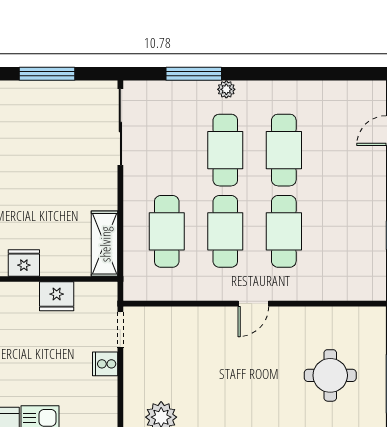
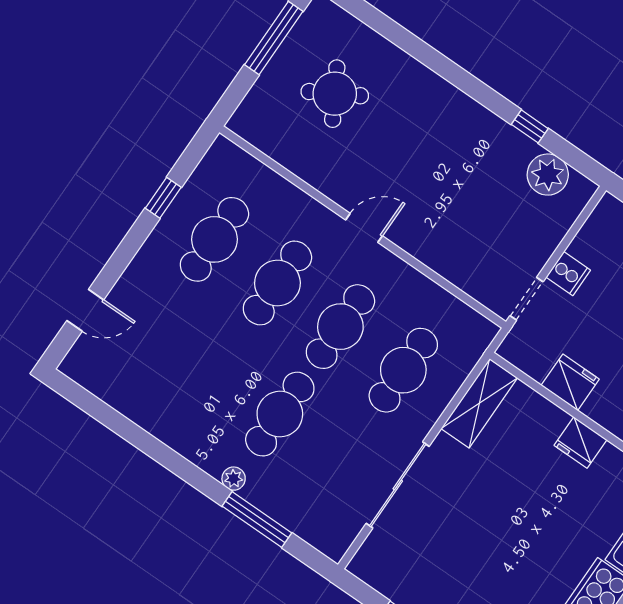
sliding door: (120, 127) -> (398, 485), moved
cafe table: (284, 150) -> (214, 239), moved
round table: (330, 375) -> (335, 94), turned -30

